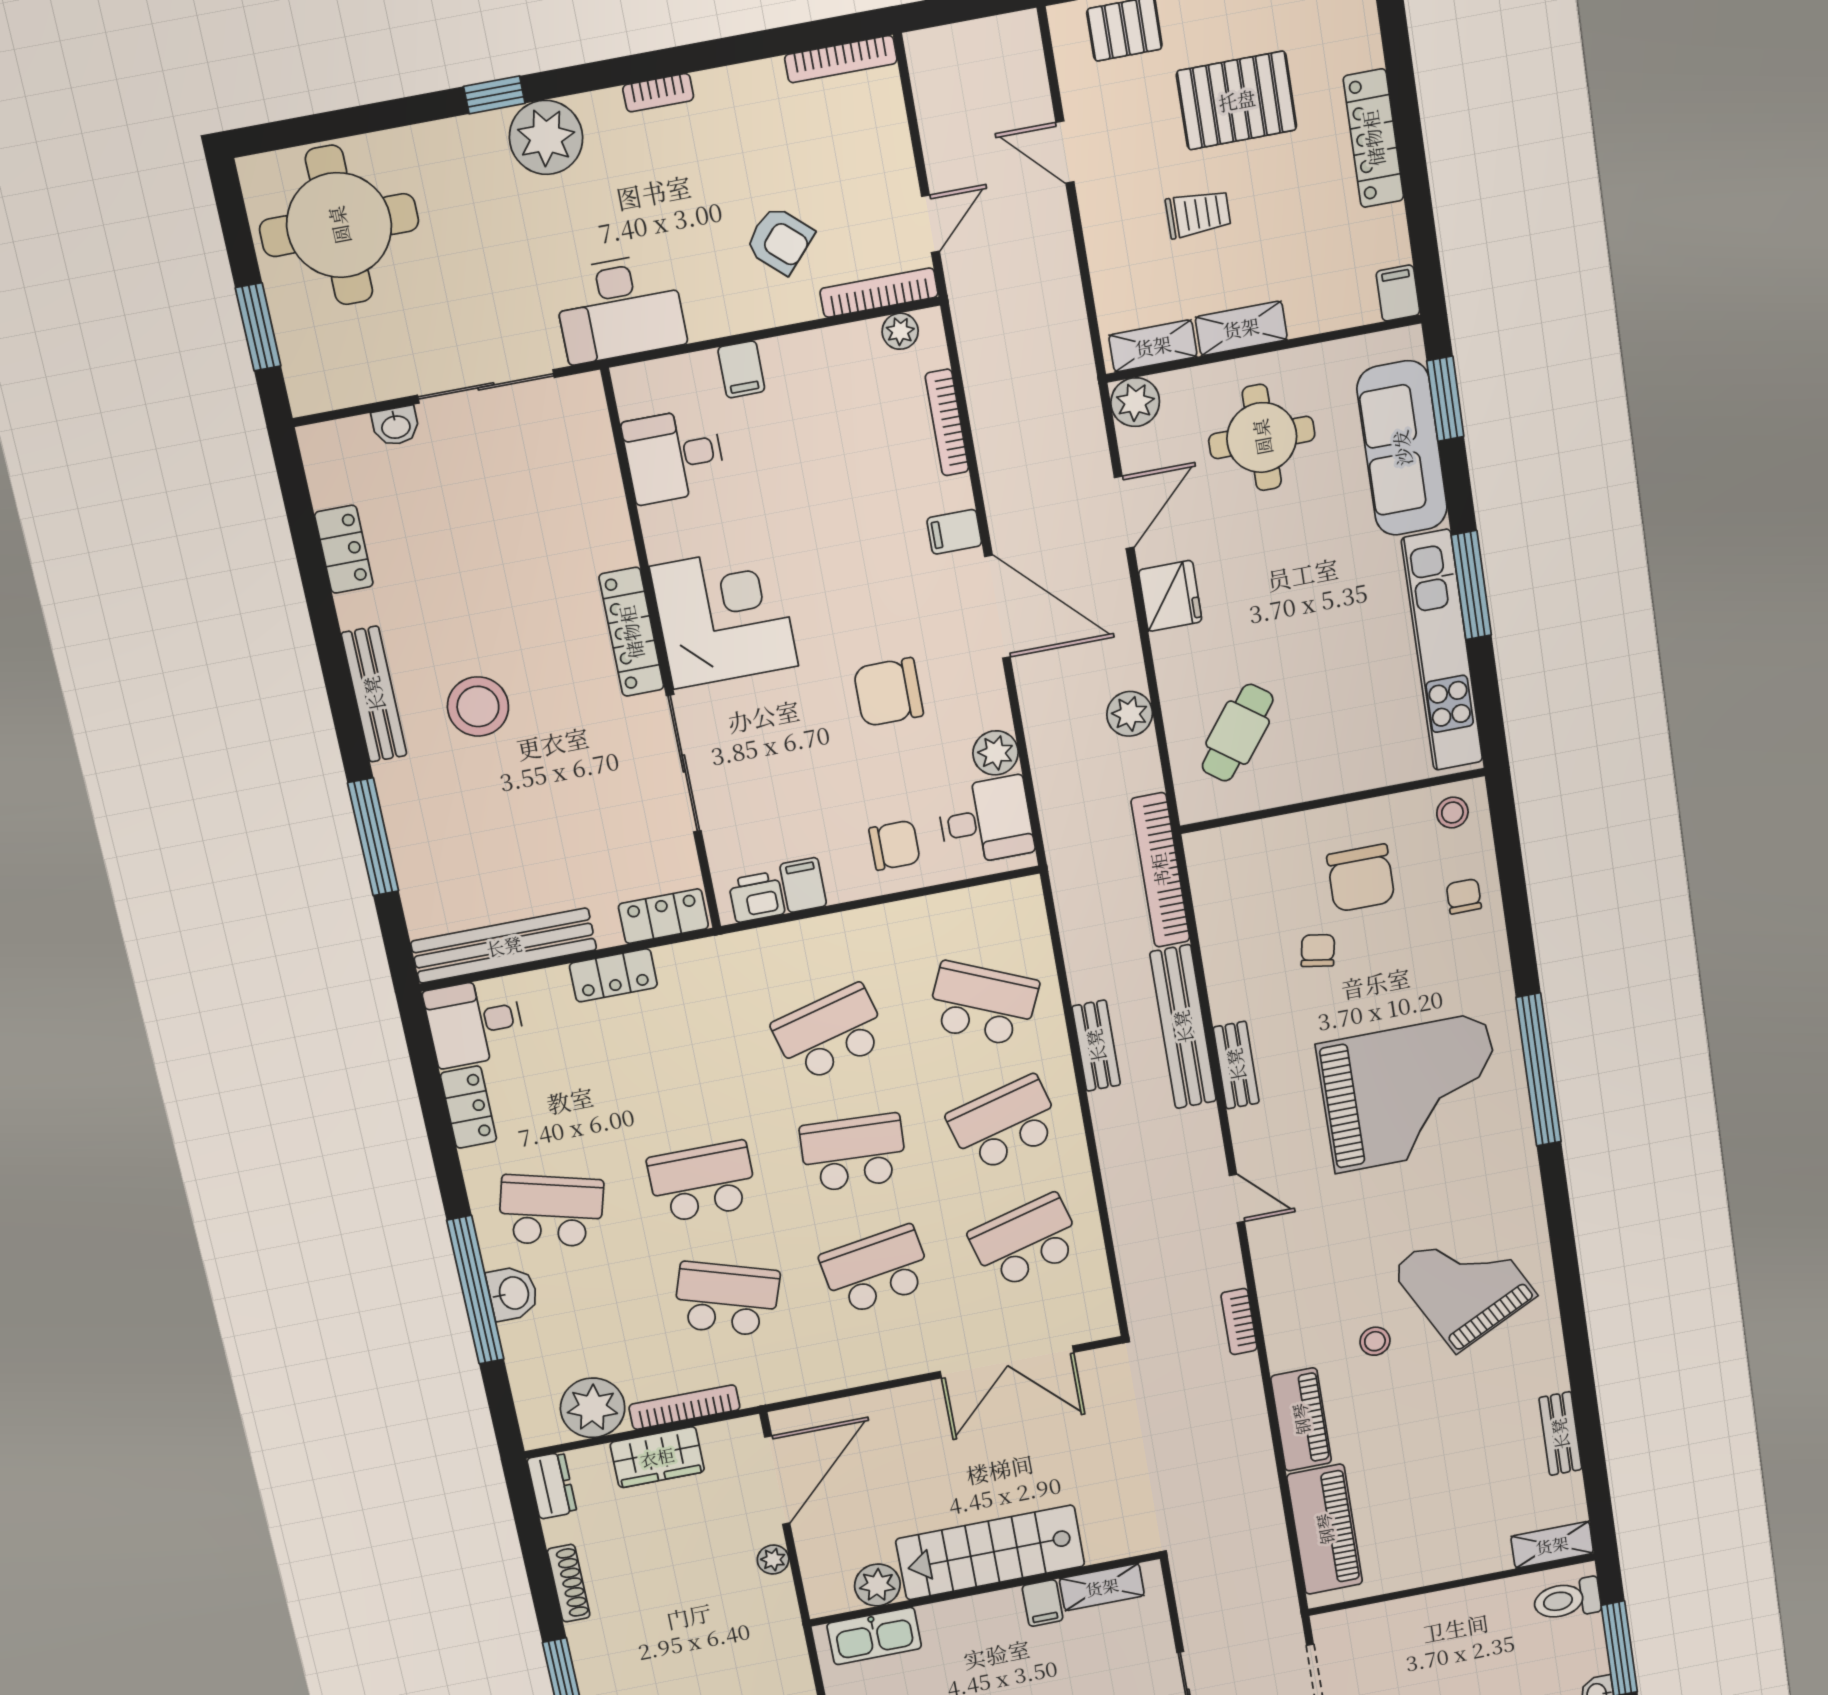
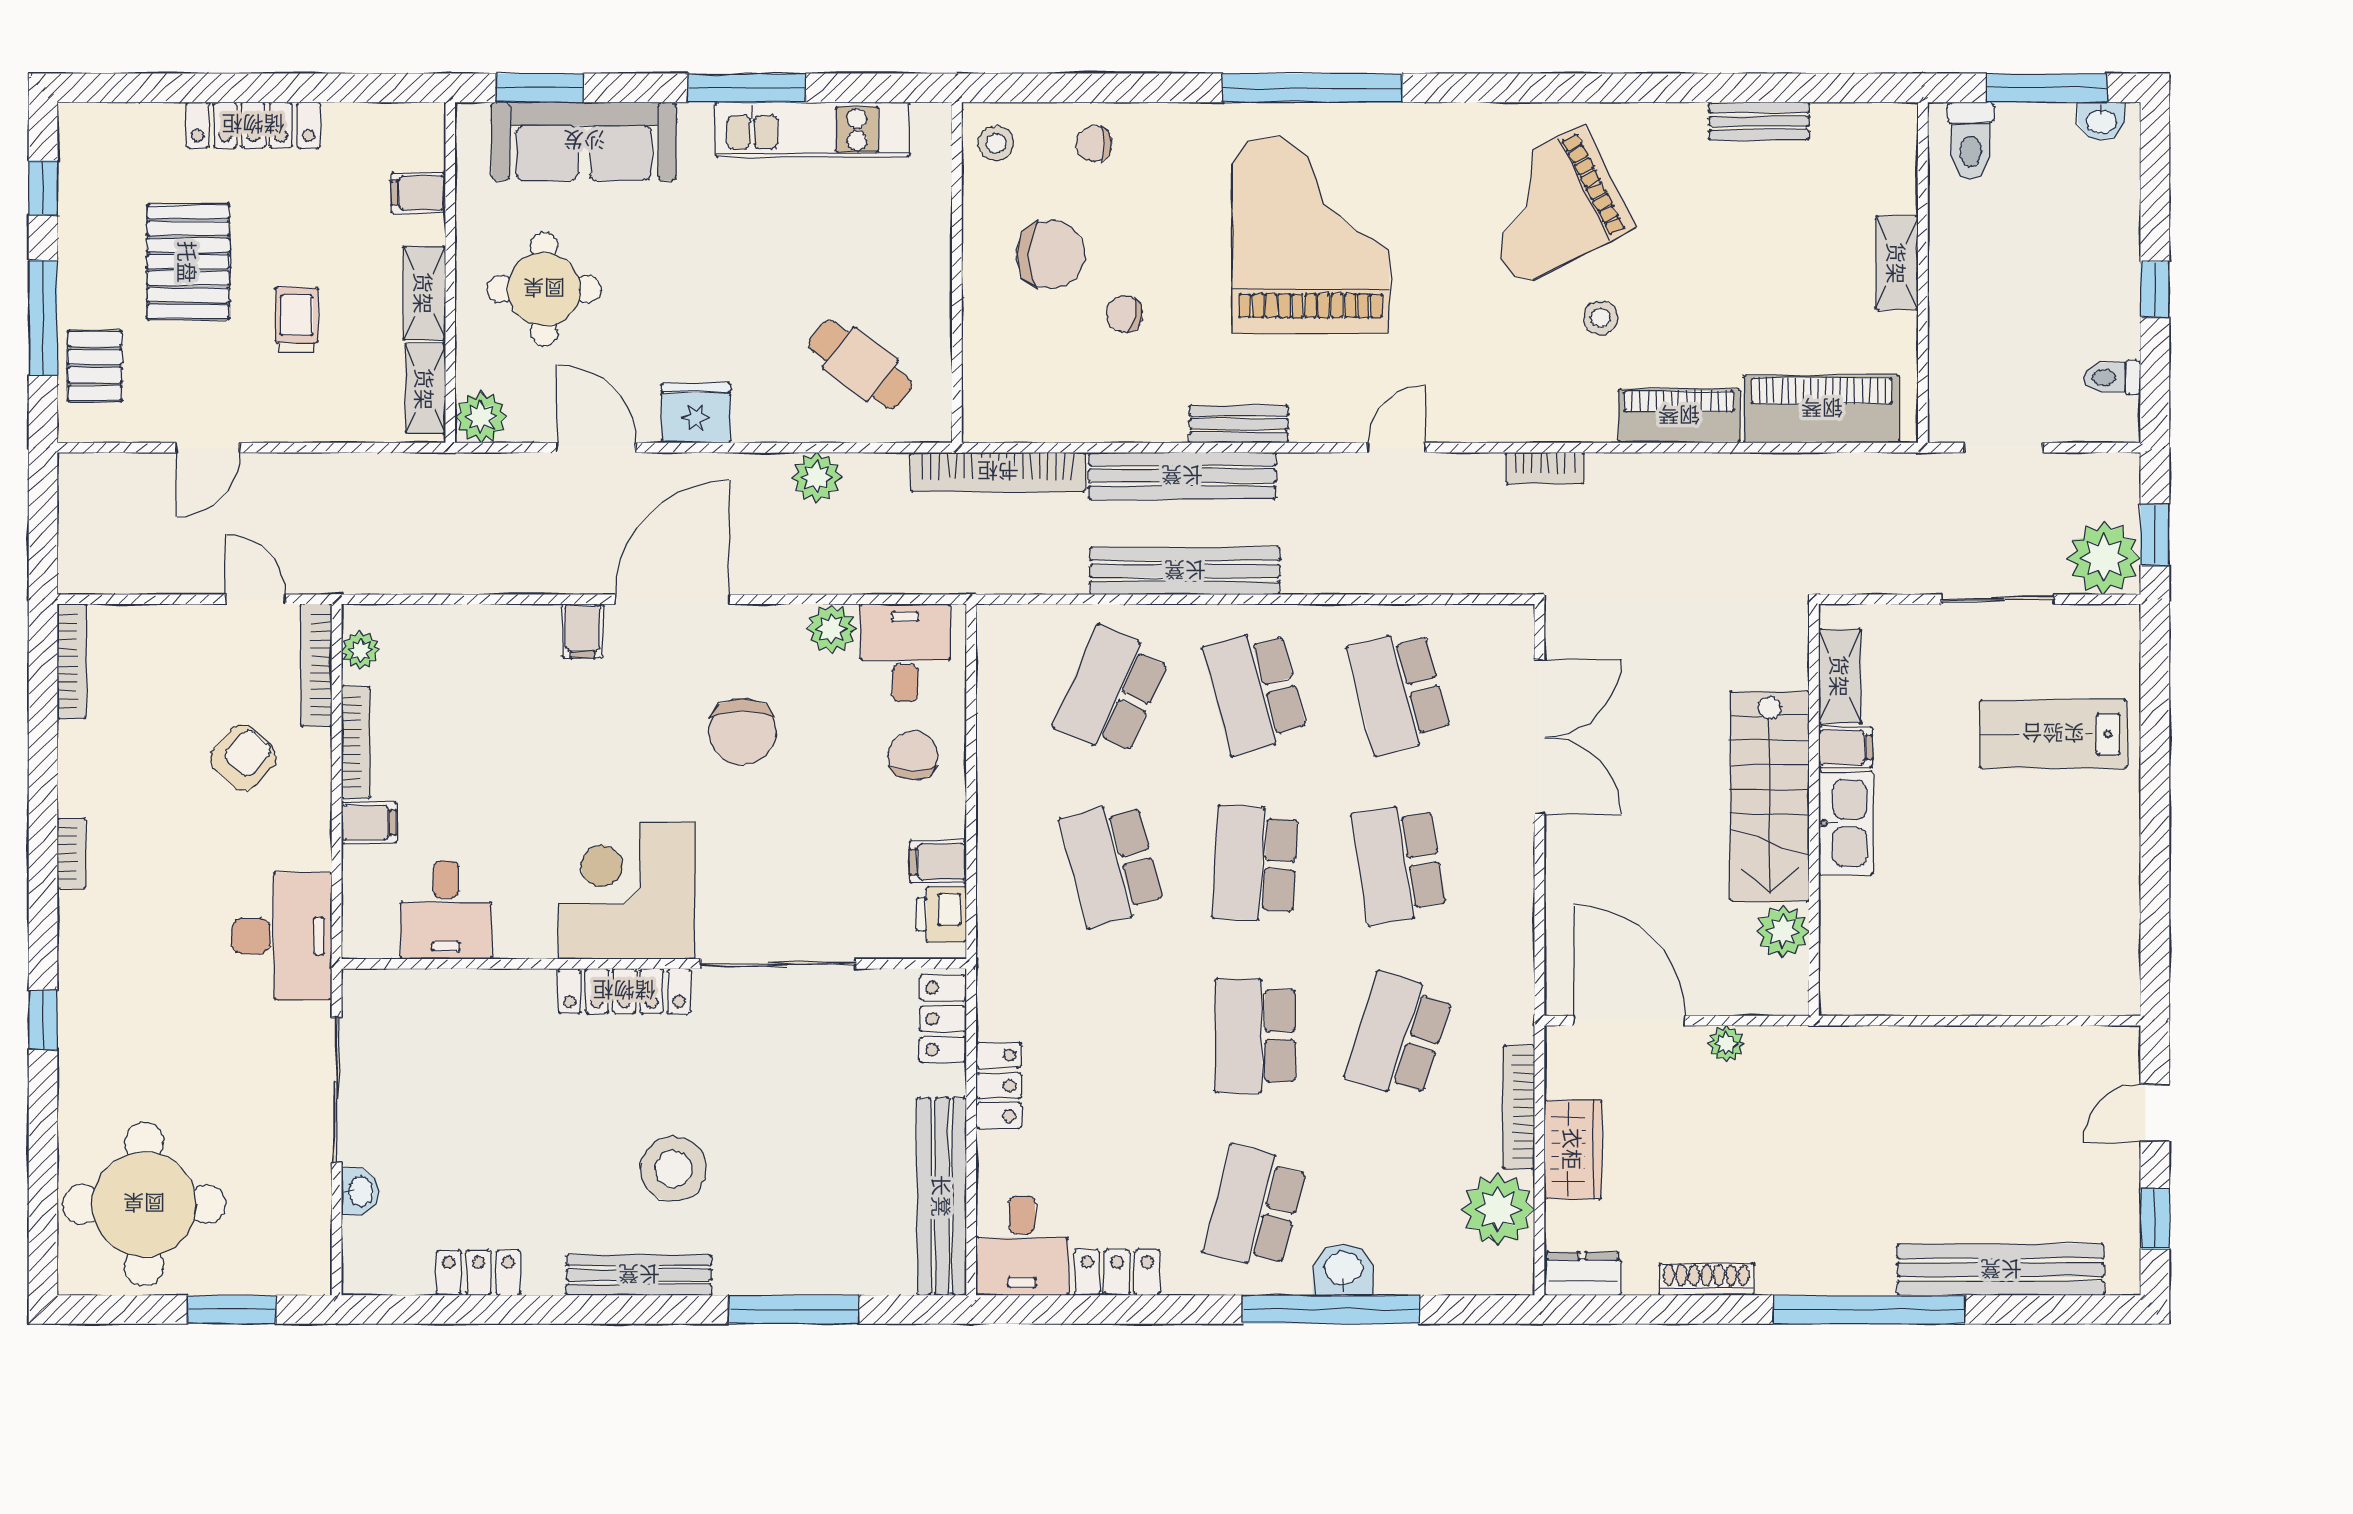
plant: (546, 137) -> (95, 976), removed
filing cabinet: (1398, 293) -> (418, 193), moved
bookcase: (947, 422) -> (356, 742), moved, turned -90
kitchen unit: (1442, 650) -> (812, 129), width x0.73
bench: (1096, 1046) -> (1185, 571), width x1.86, depth x1.21
shelving: (1552, 1545) -> (1897, 263), moved
kitchen sink: (874, 1636) -> (1846, 823), moved

